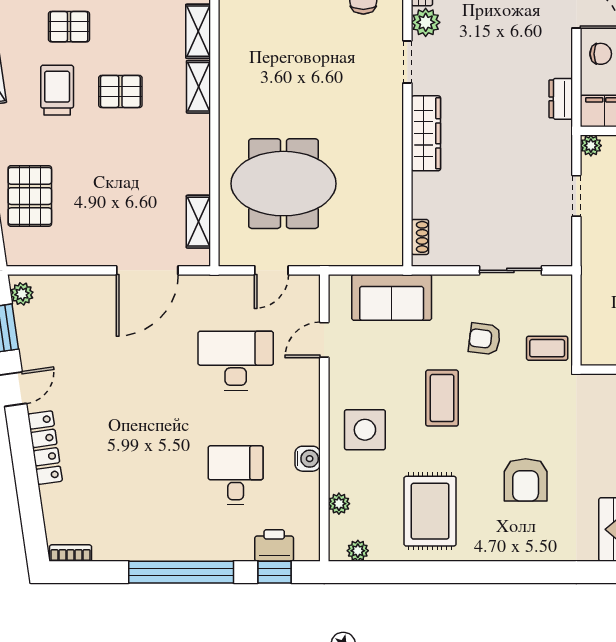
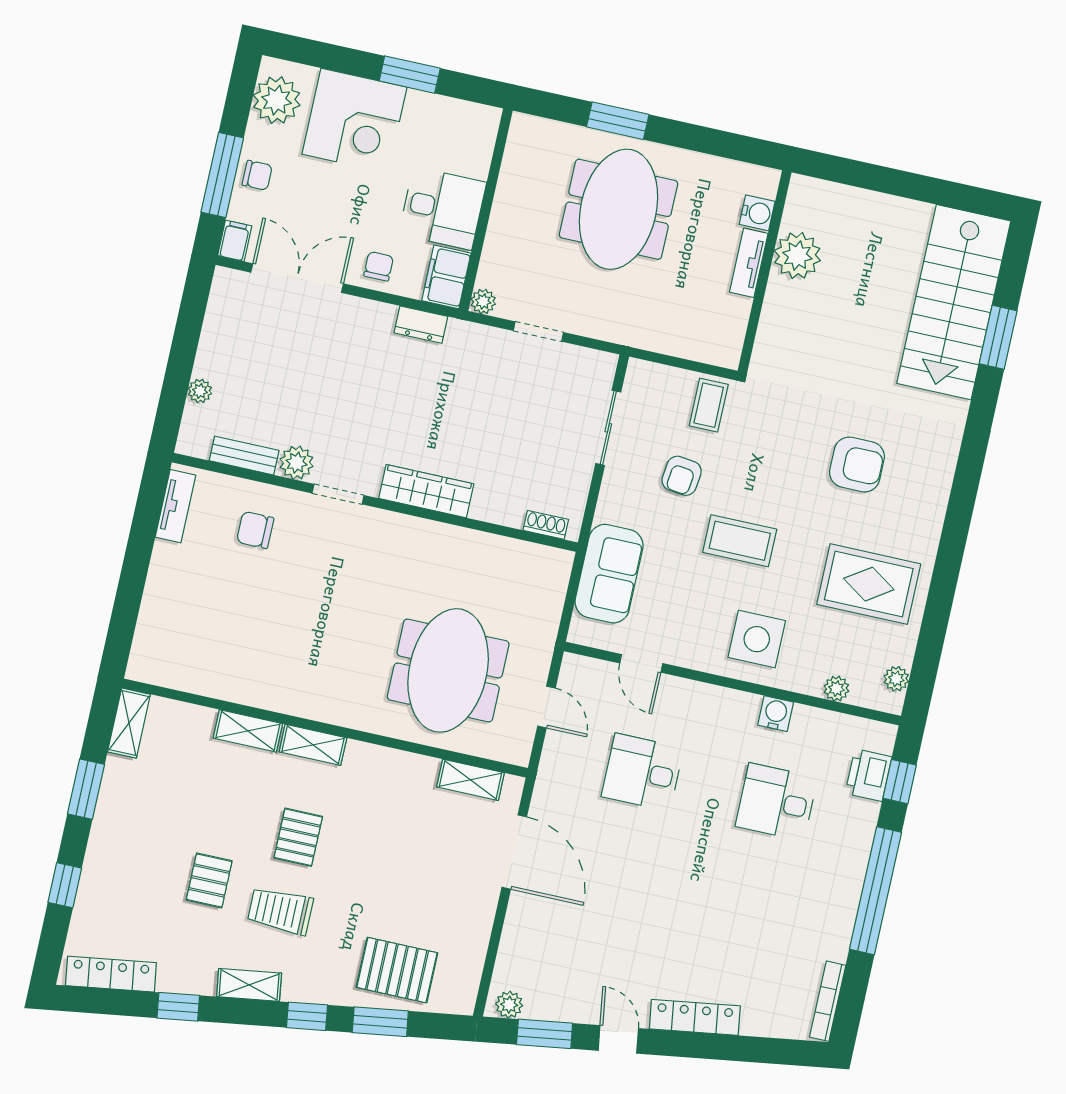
desk: (236, 361) -> (643, 772), width x0.73
bookcase: (71, 553) -> (828, 1001), width x1.56

